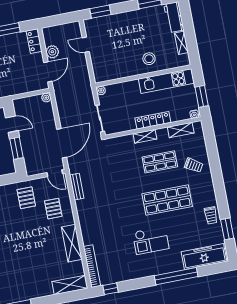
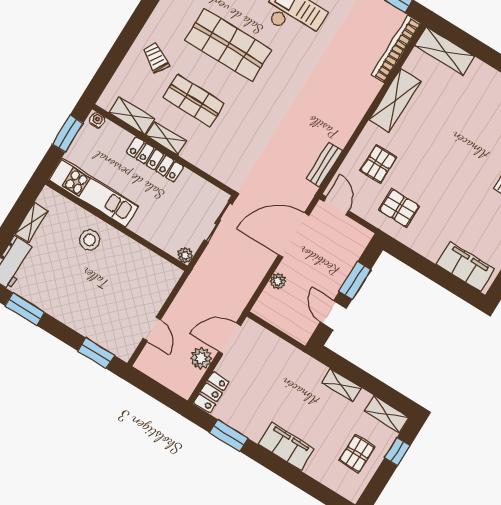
plant: (46, 98) -> (278, 281), moved
shelving: (145, 136) -> (166, 138), moved
pallet: (26, 198) -> (399, 208), turned 90

